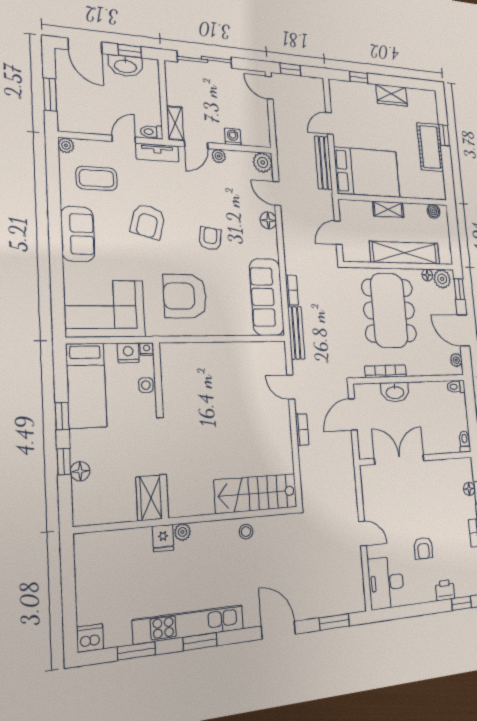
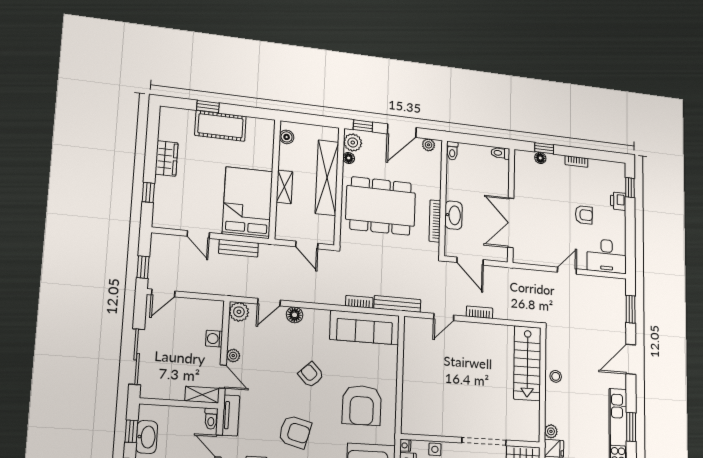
bench: (323, 163) -> (238, 248), width x0.73
armchair: (210, 239) -> (311, 375), turned 38

